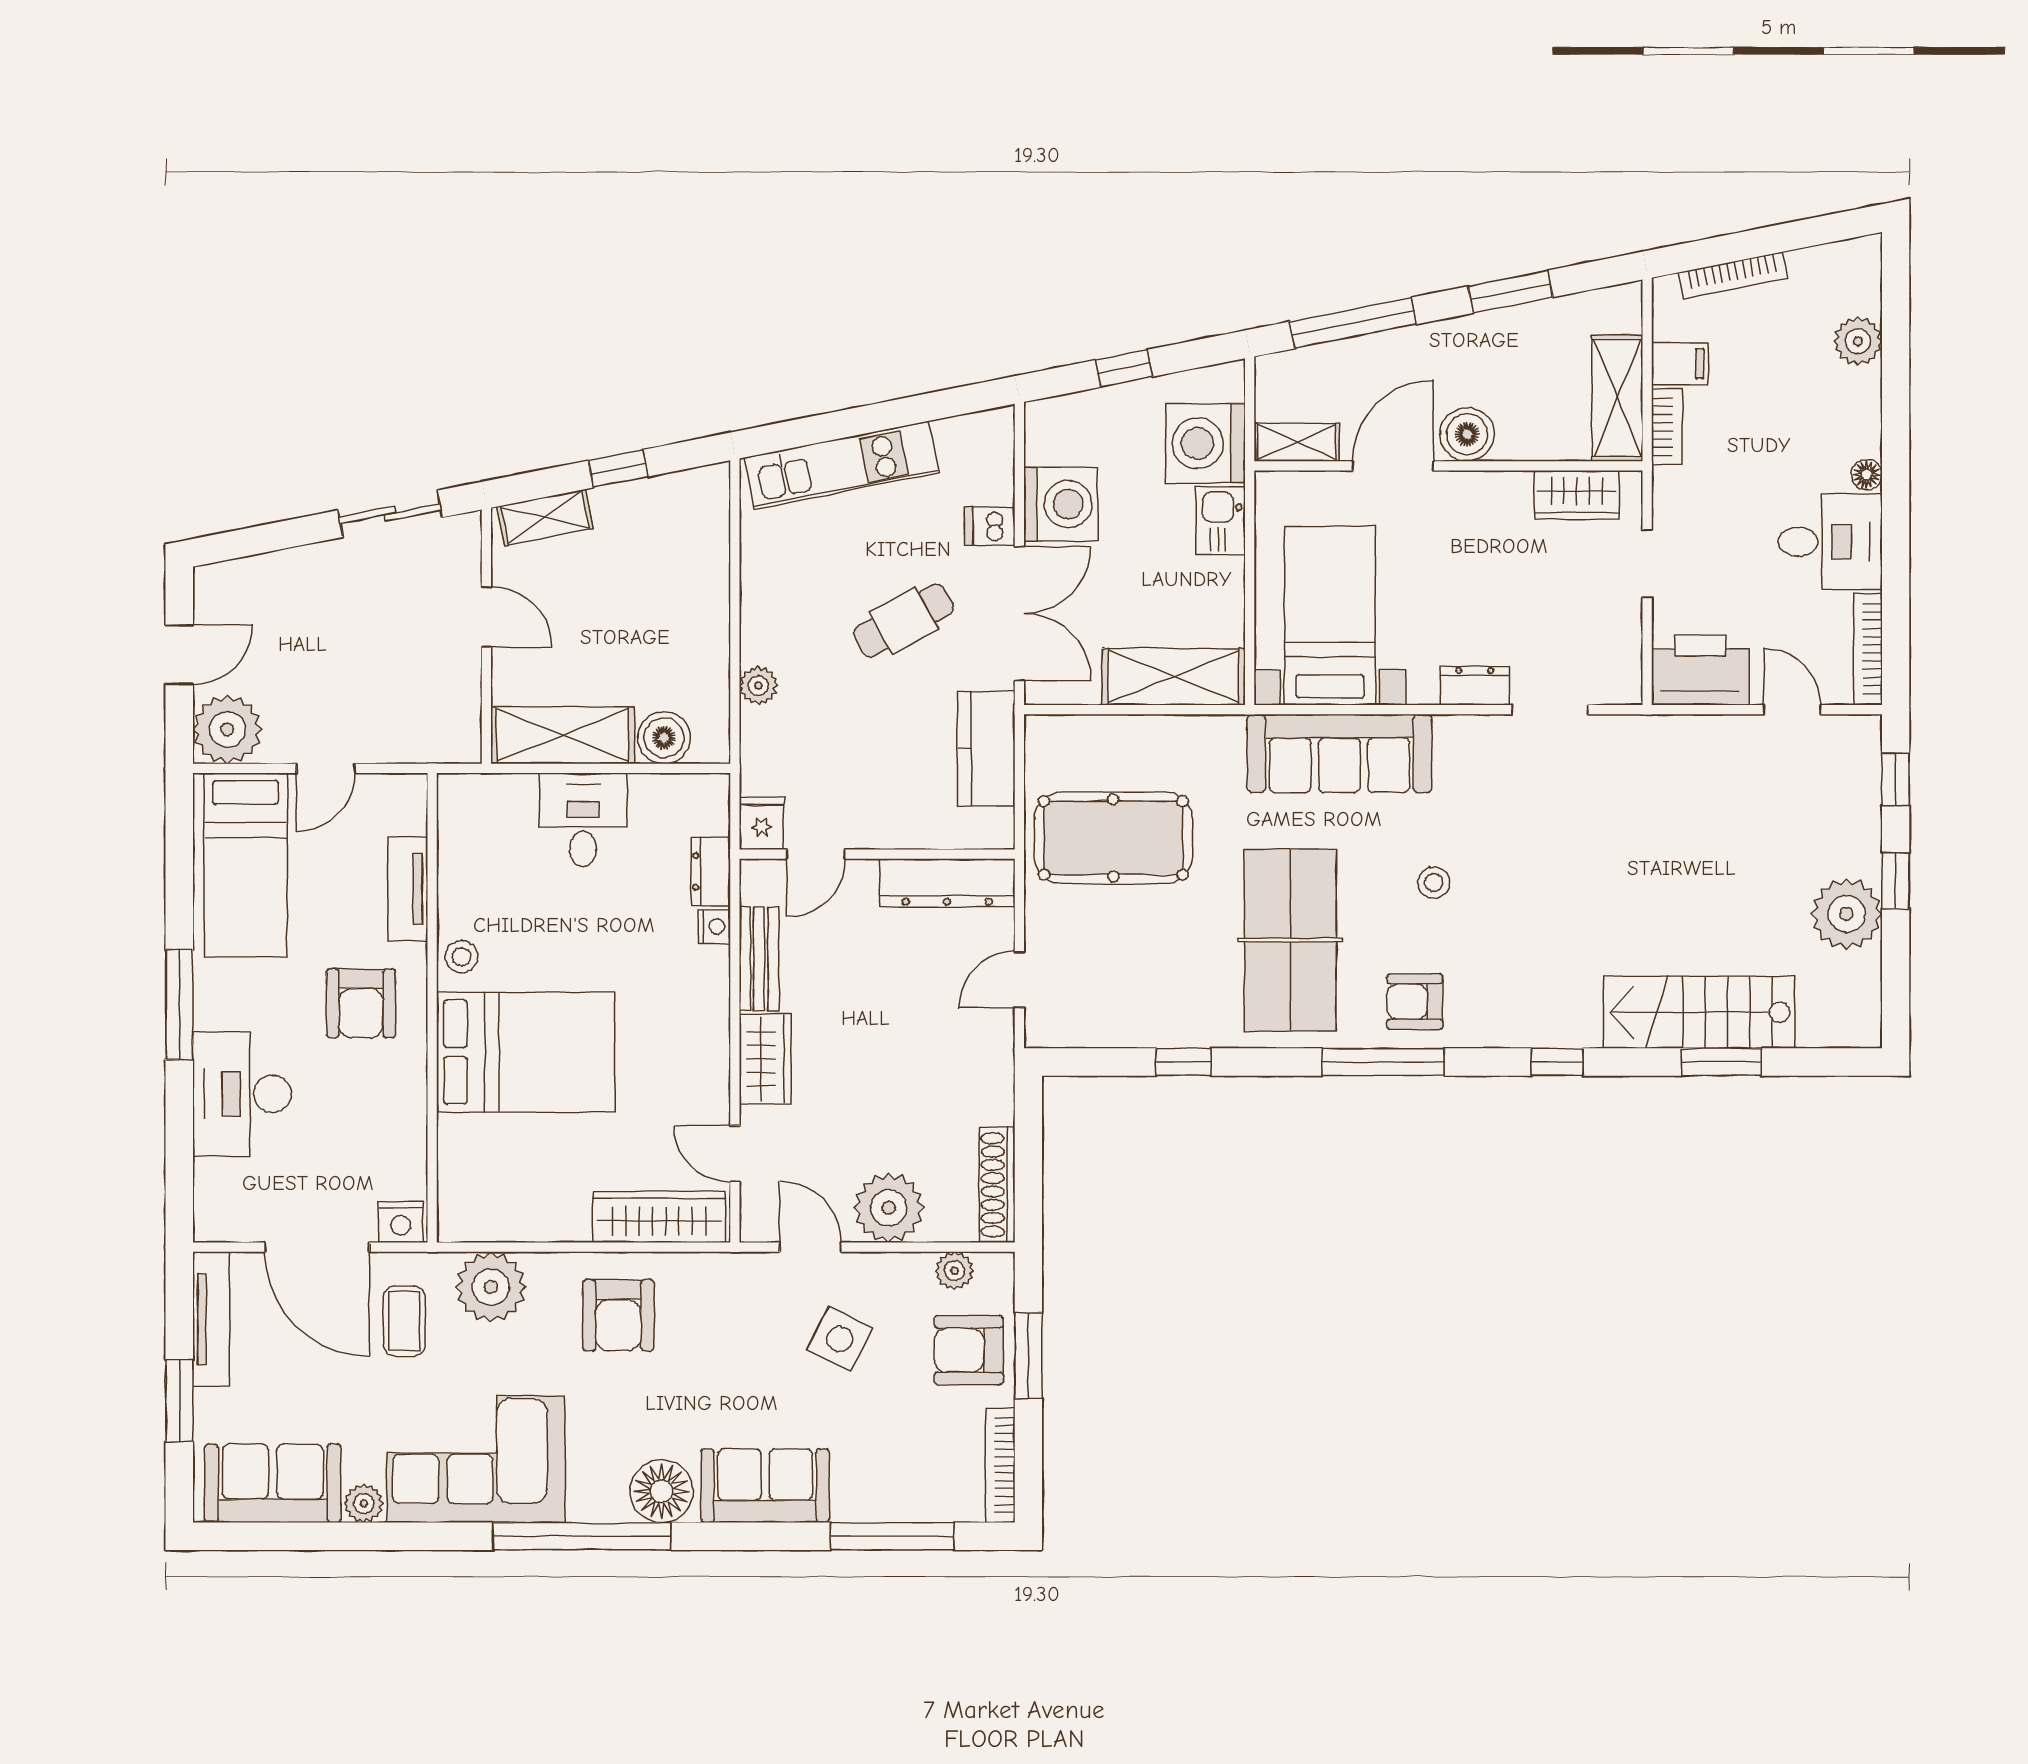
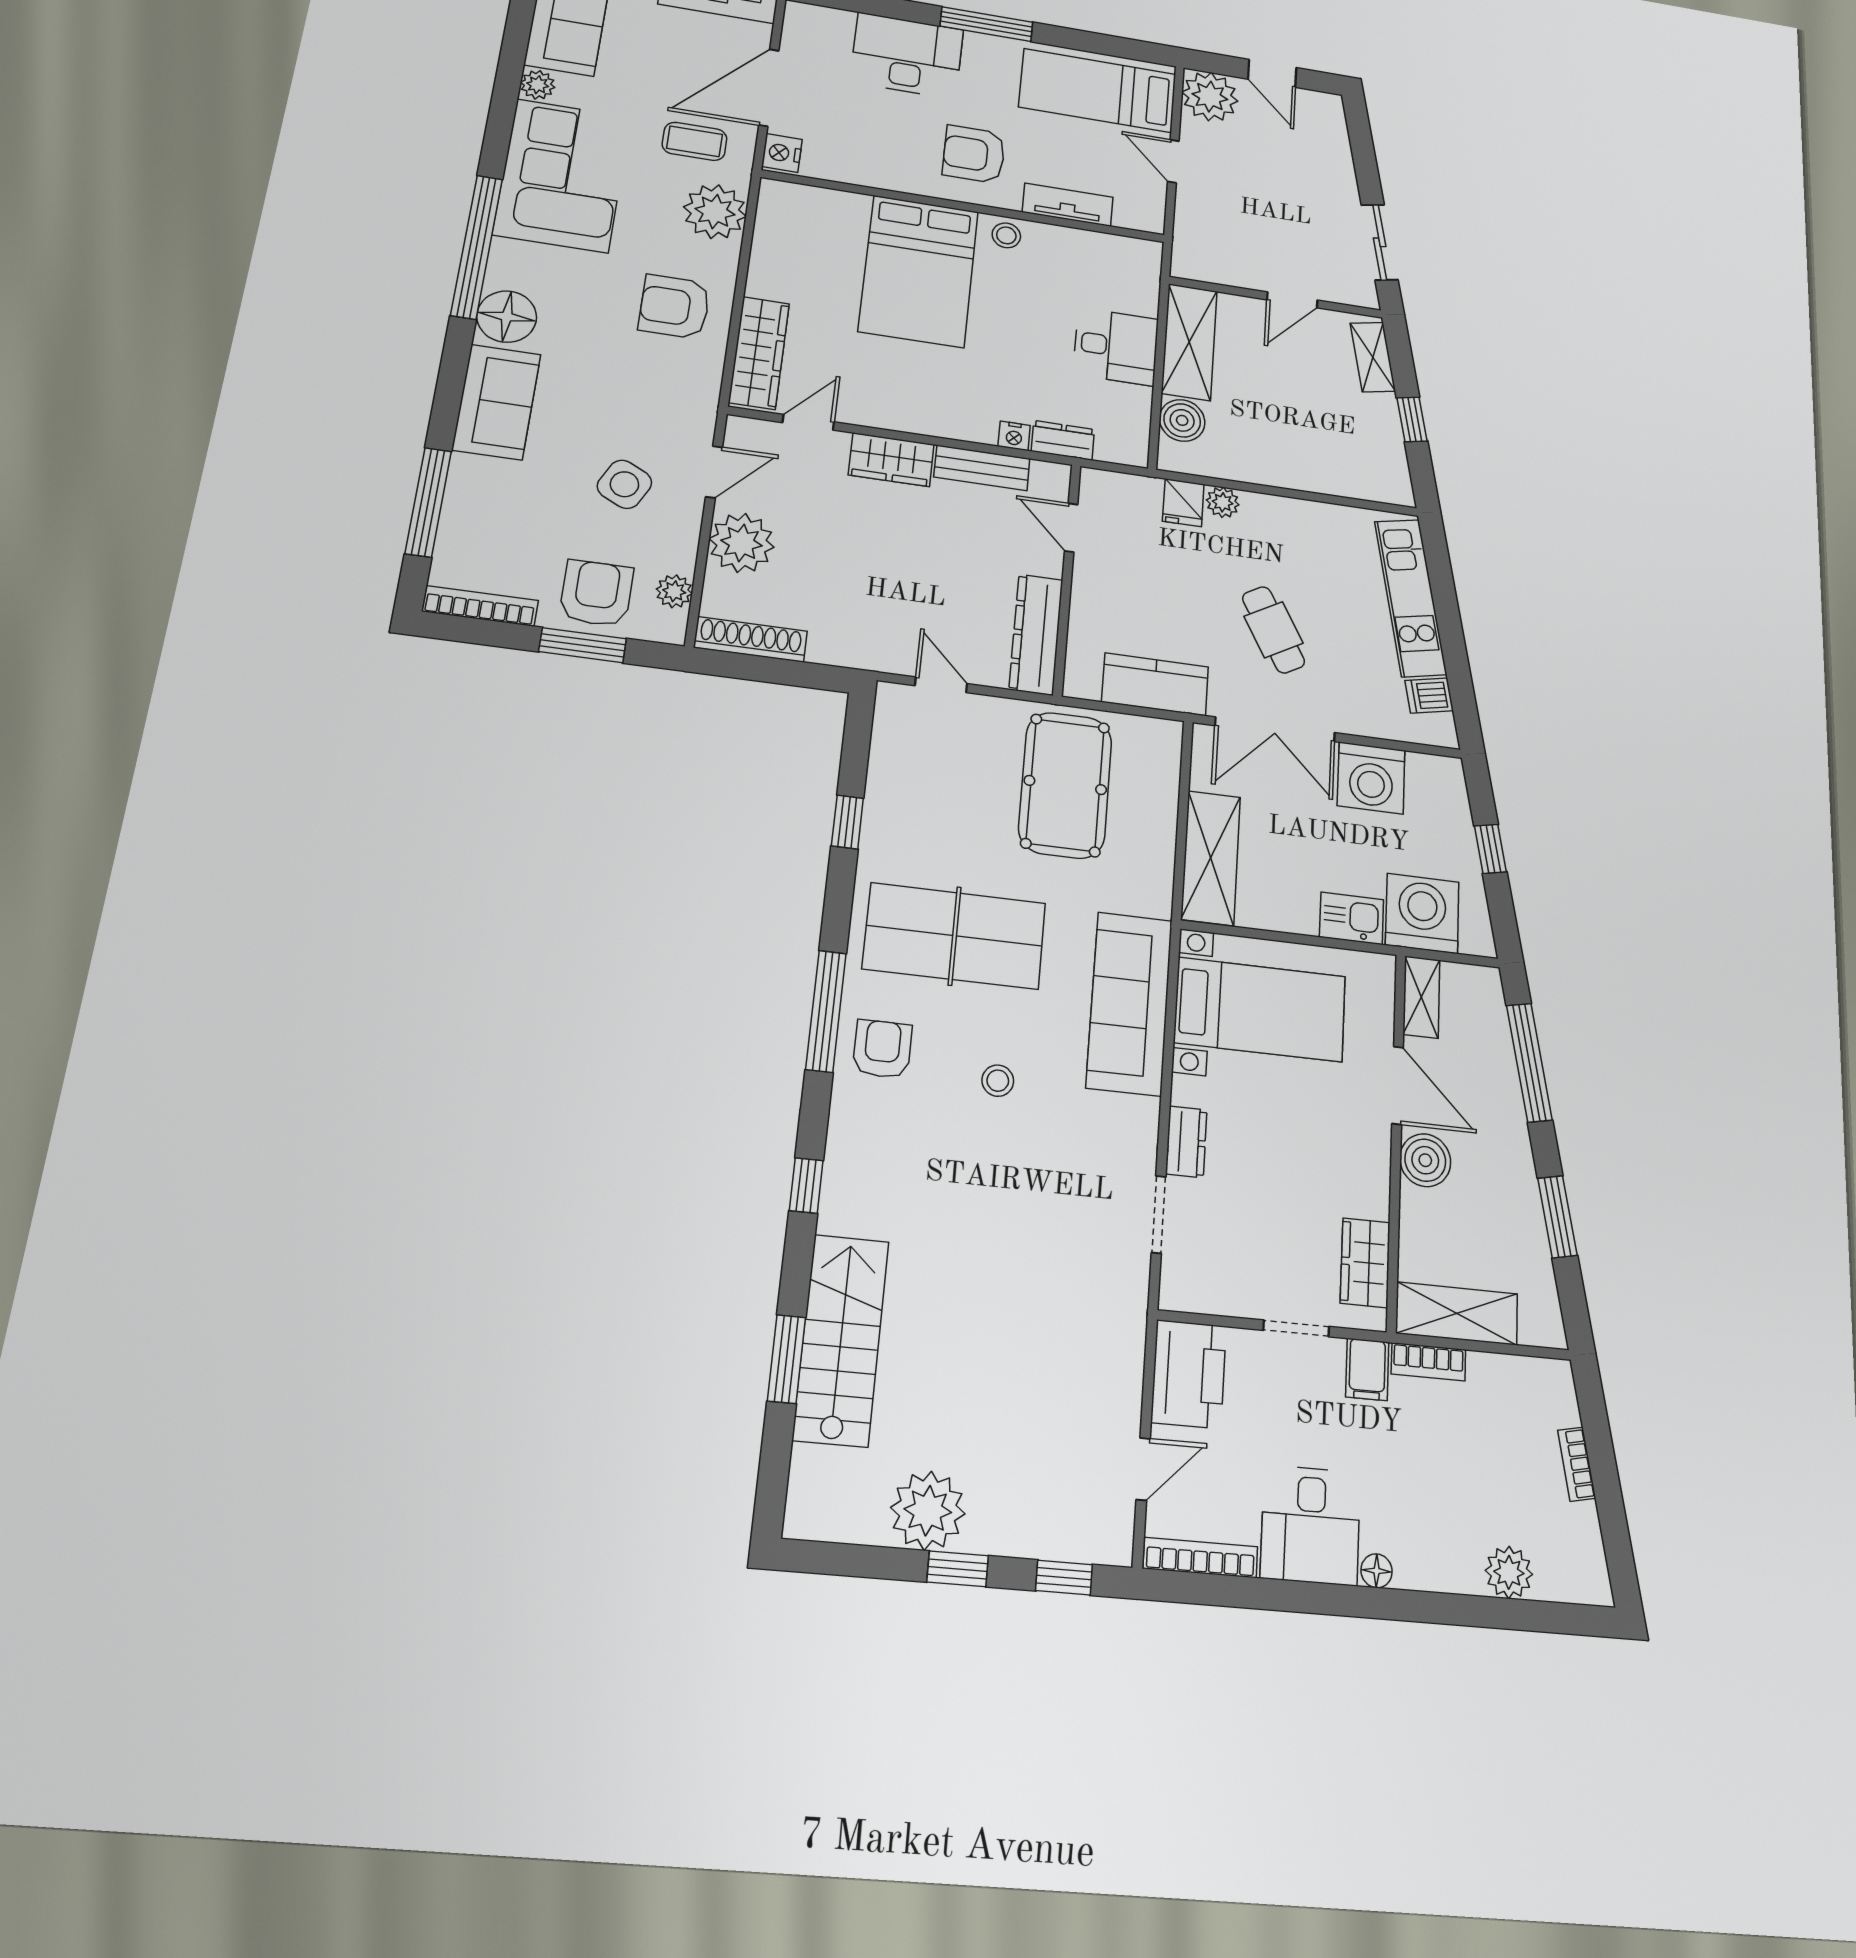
bookcase: (1733, 275) -> (1577, 1464), width x0.64
filing cabinet: (1680, 364) -> (1367, 1369), moved
dishwasher: (990, 526) -> (1429, 696), moved, turned -101
fridge: (761, 823) -> (1183, 503), moved, turned 90

